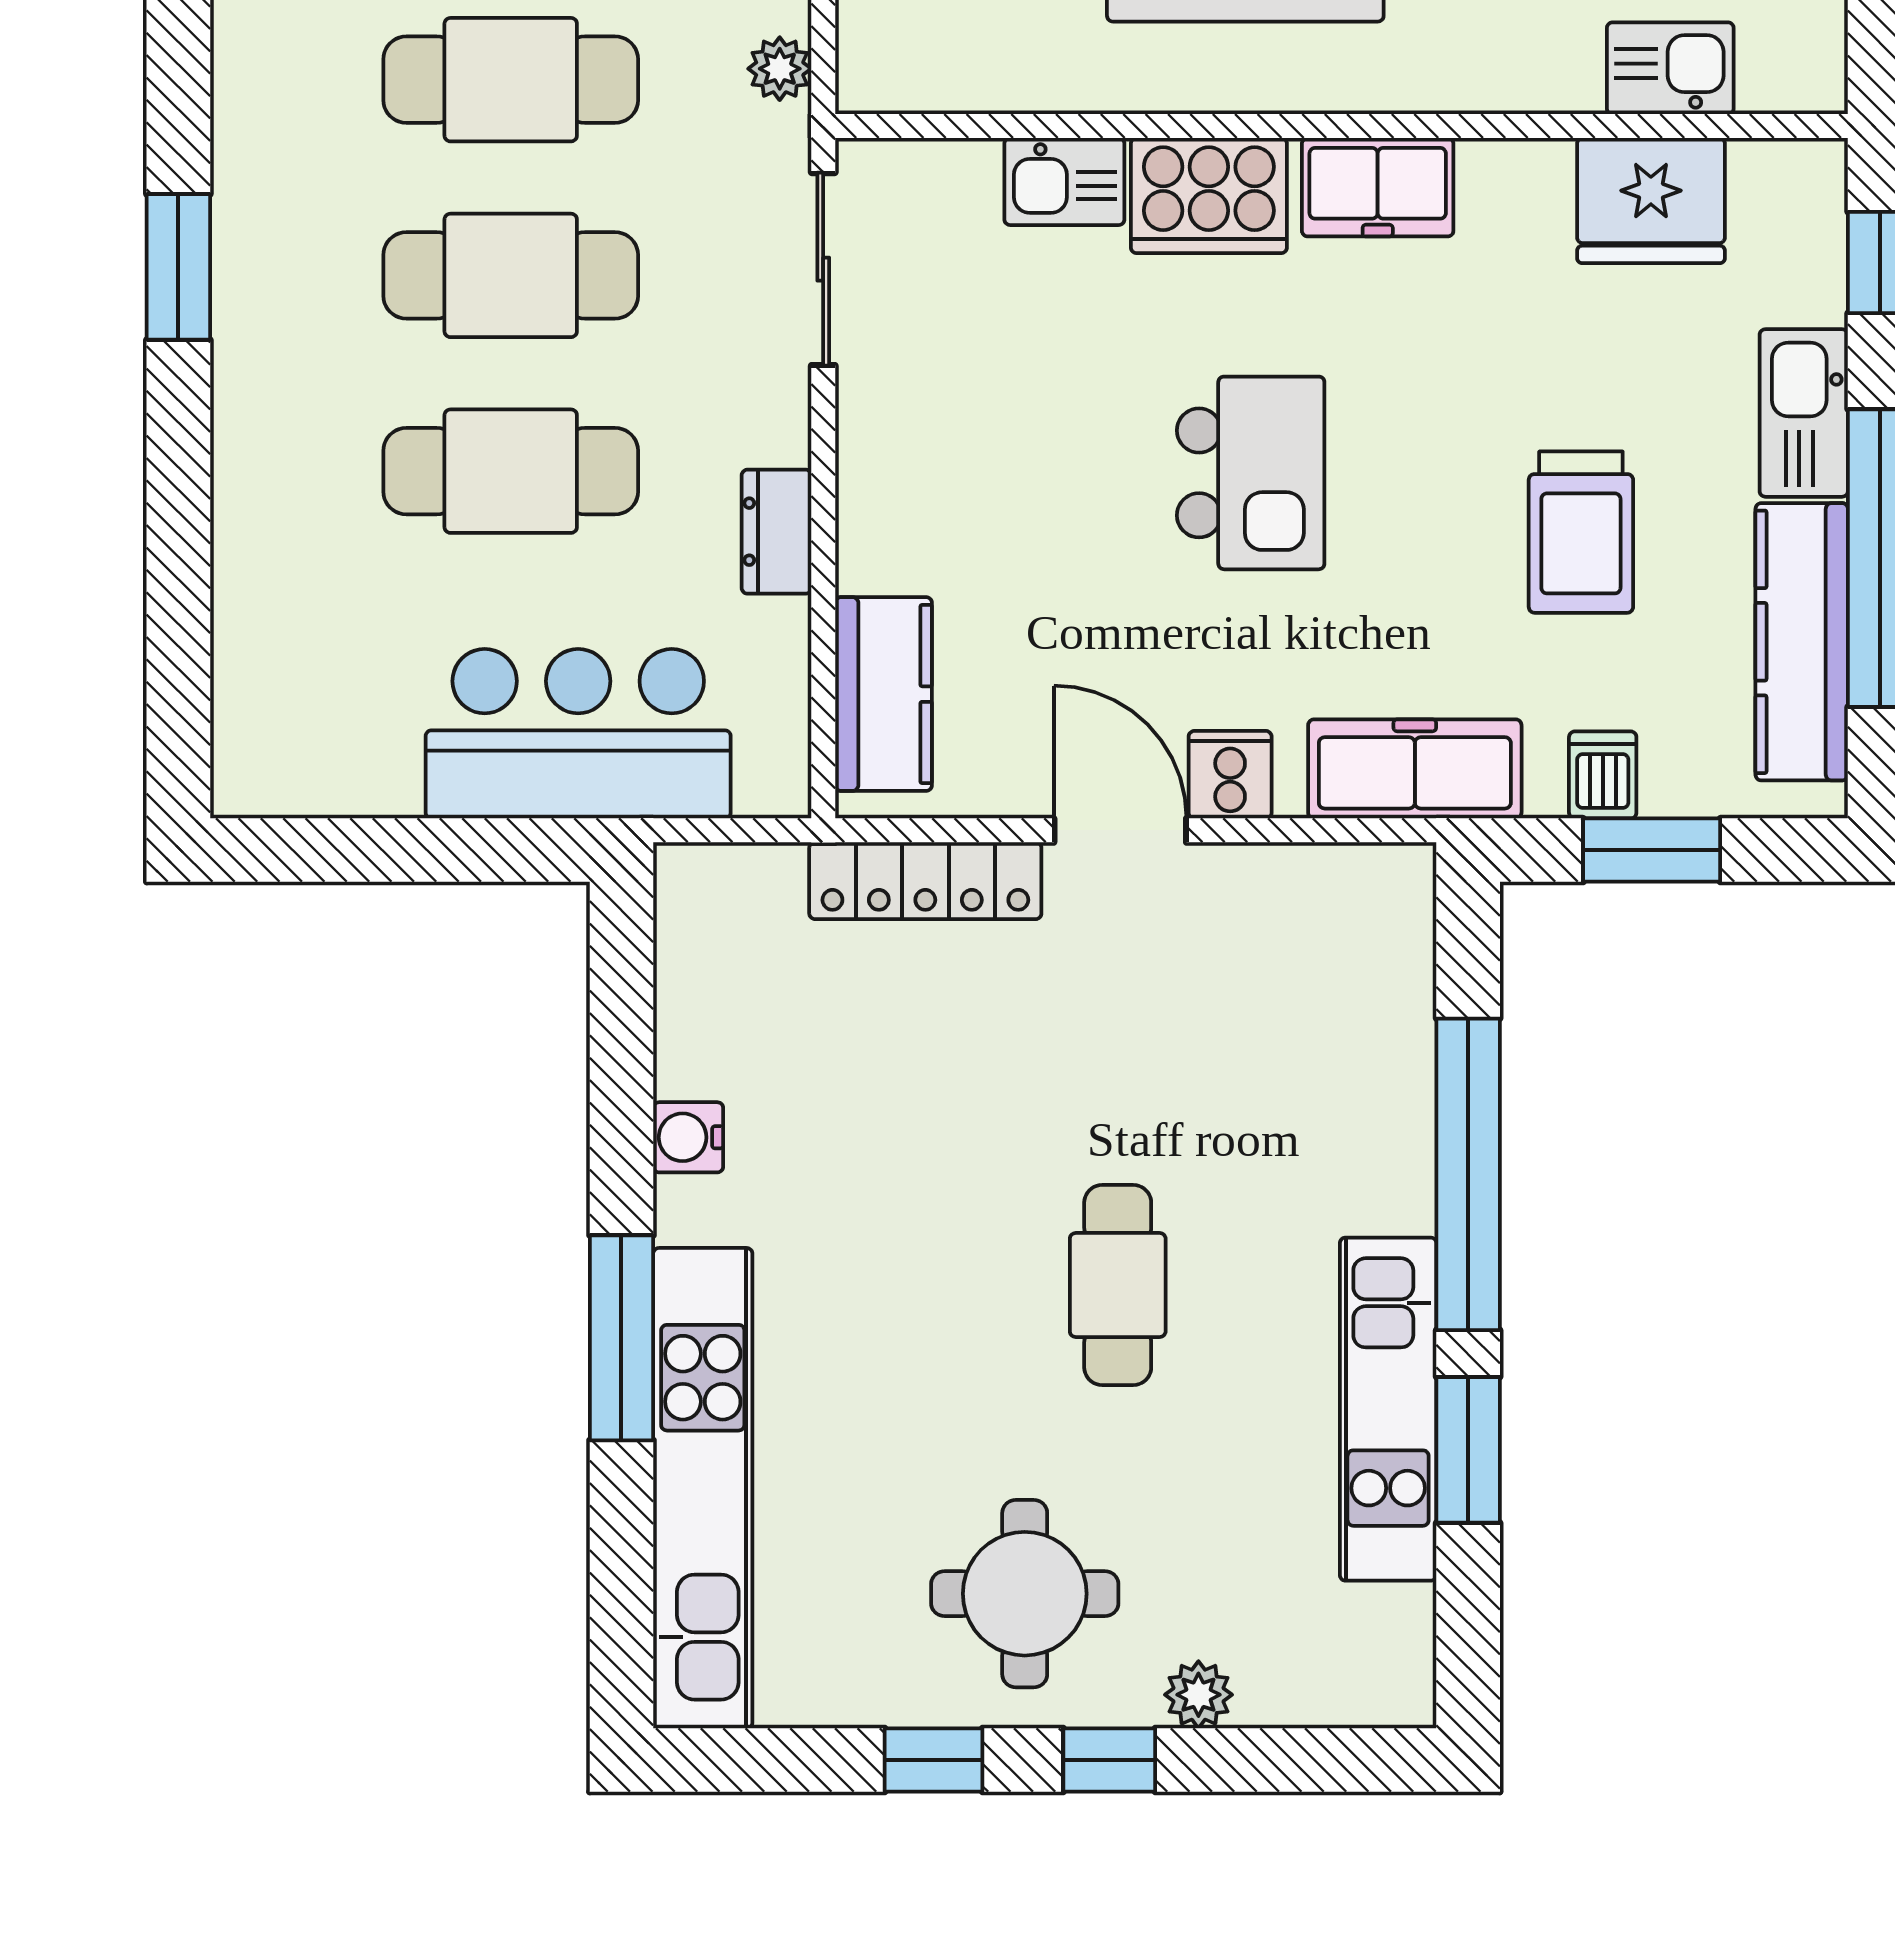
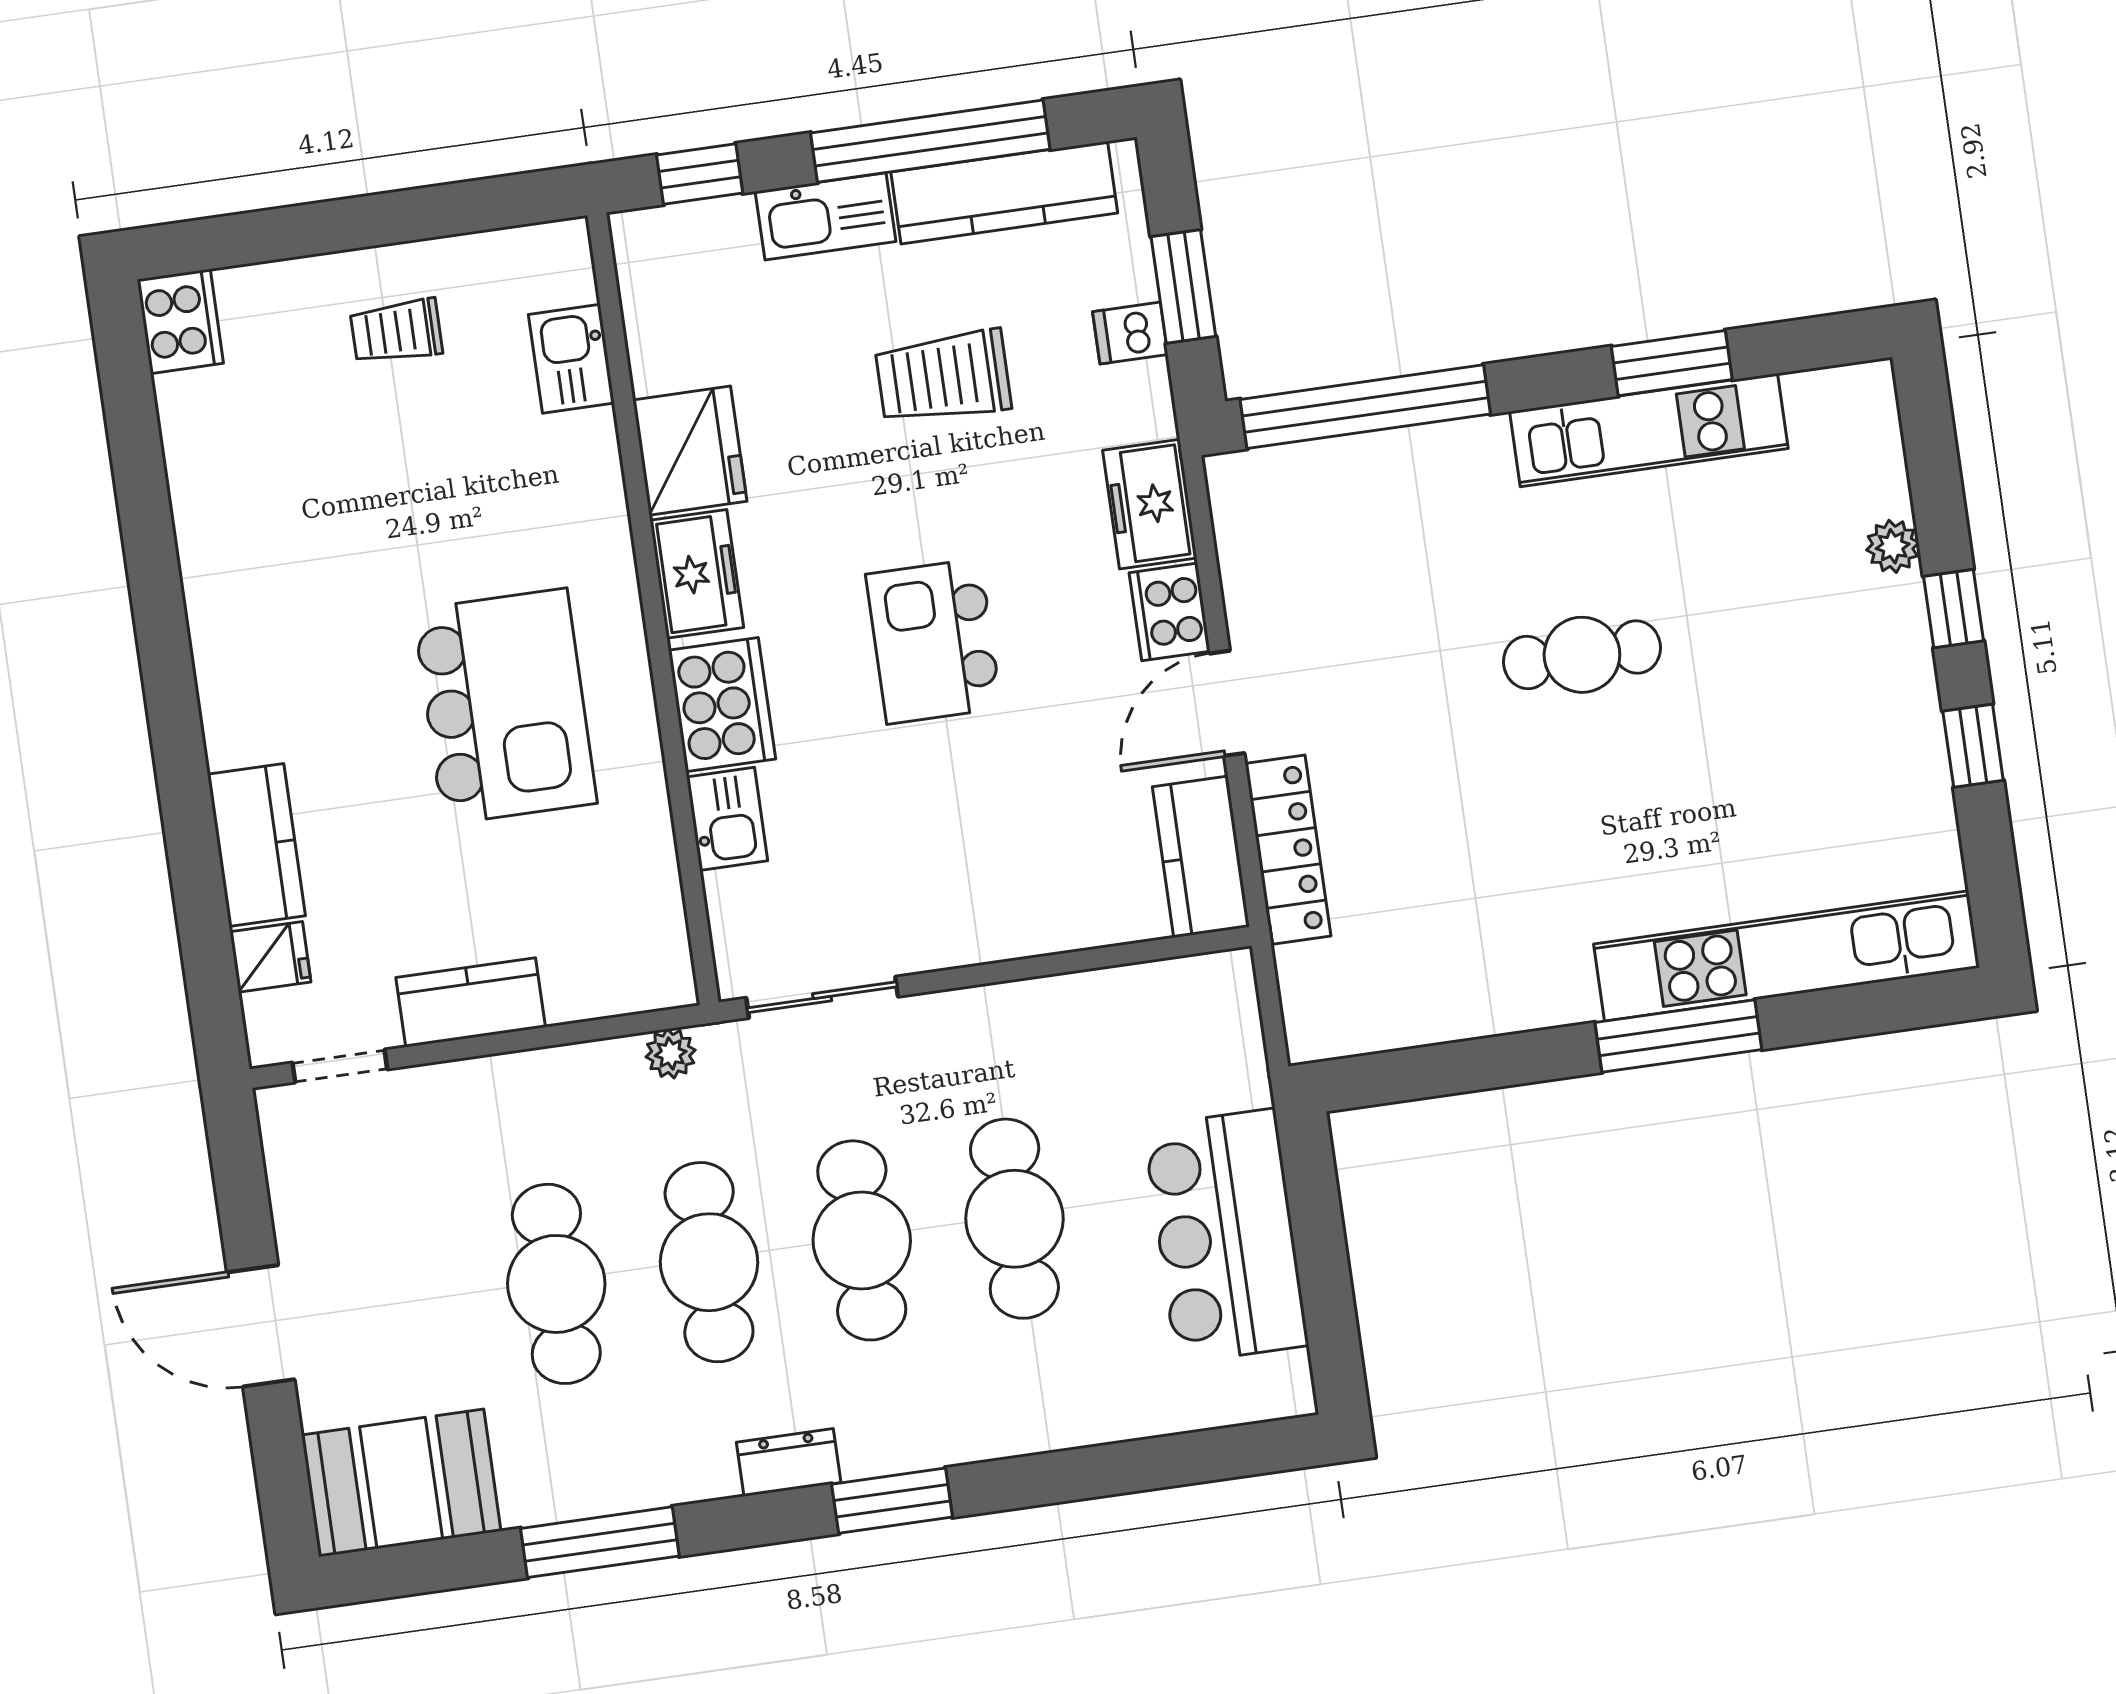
fridge: (1651, 201) -> (690, 451), moved
kitchen island: (1251, 473) -> (934, 641), turned -90
dresser: (777, 532) -> (789, 1462), moved, turned 180
trolley: (1581, 532) -> (943, 377), turned 180
kitchen counter: (884, 694) -> (1201, 857), moved, turned -90
bar counter: (578, 734) -> (1226, 1236), moved
freezer: (1415, 769) -> (1150, 504), width x0.71
cooker: (1230, 775) -> (1170, 612), width x1.36
water cooler: (688, 1137) -> (1514, 1006), removed
window: (1468, 1174) -> (1365, 407), moved
round table: (1025, 1594) -> (1833, 693), removed

